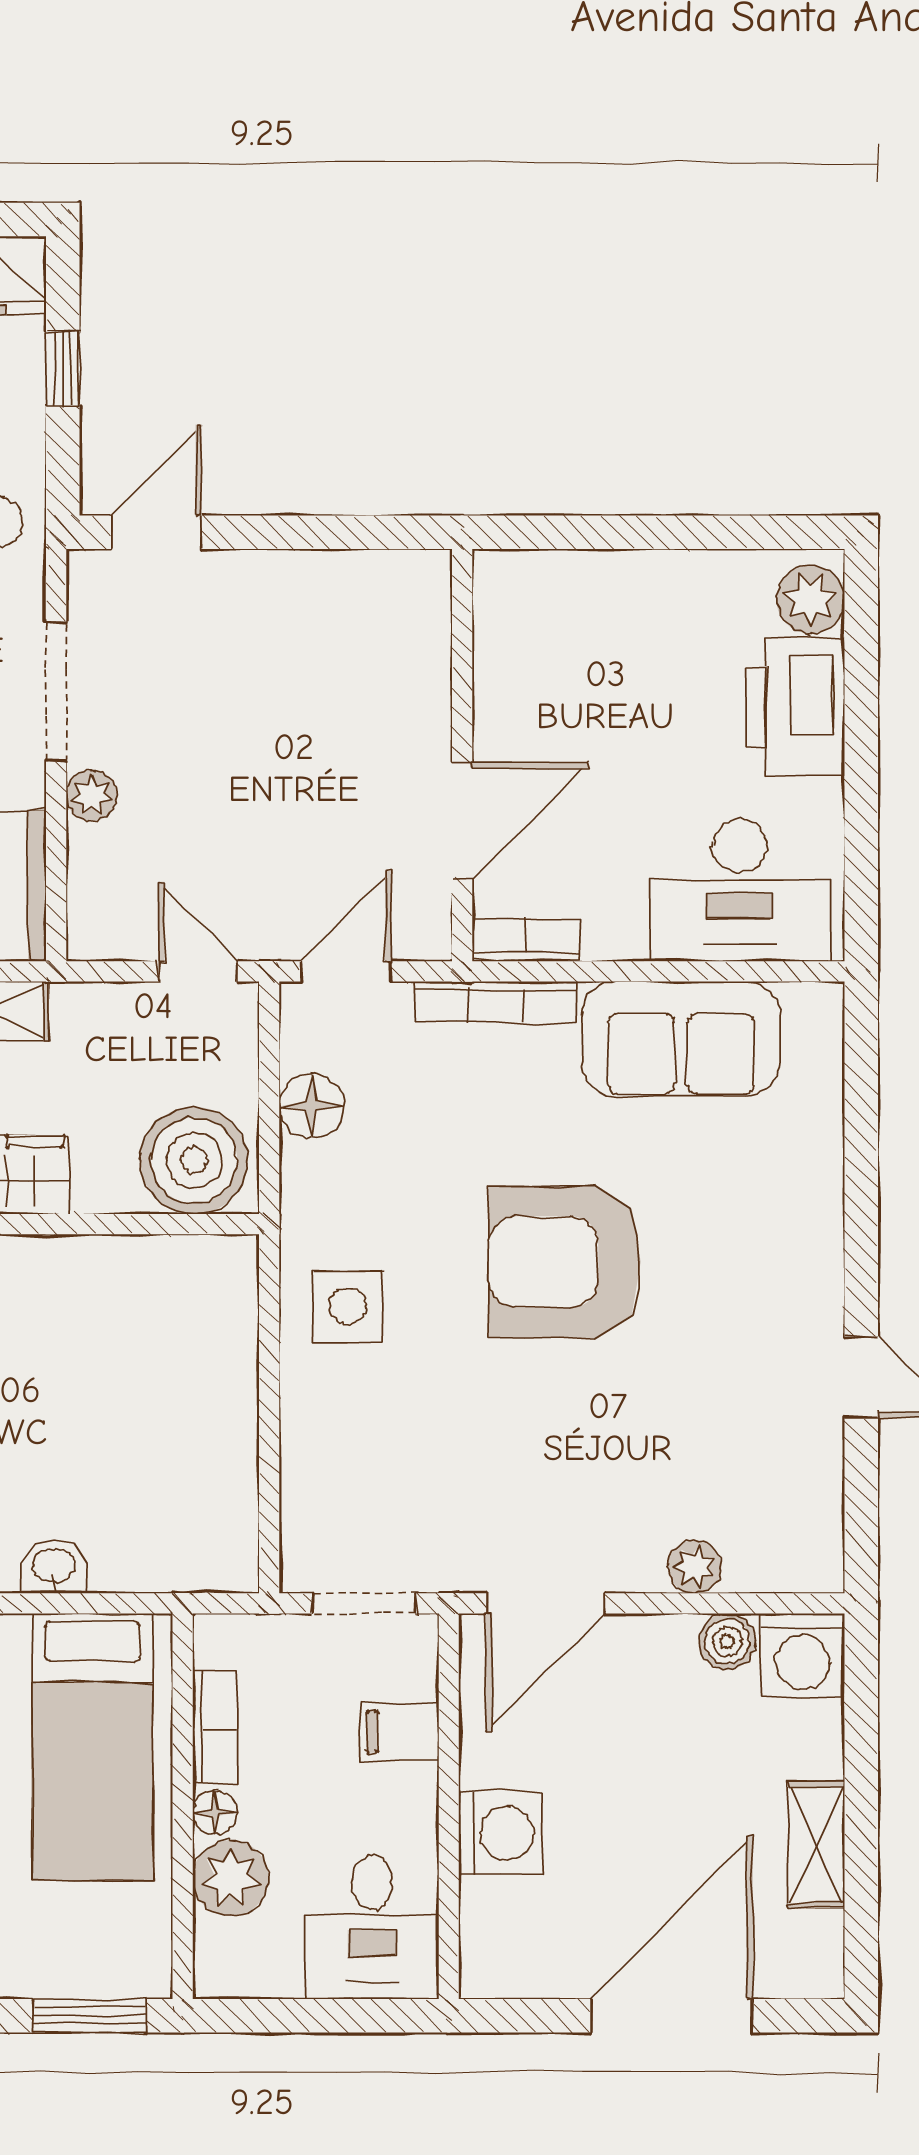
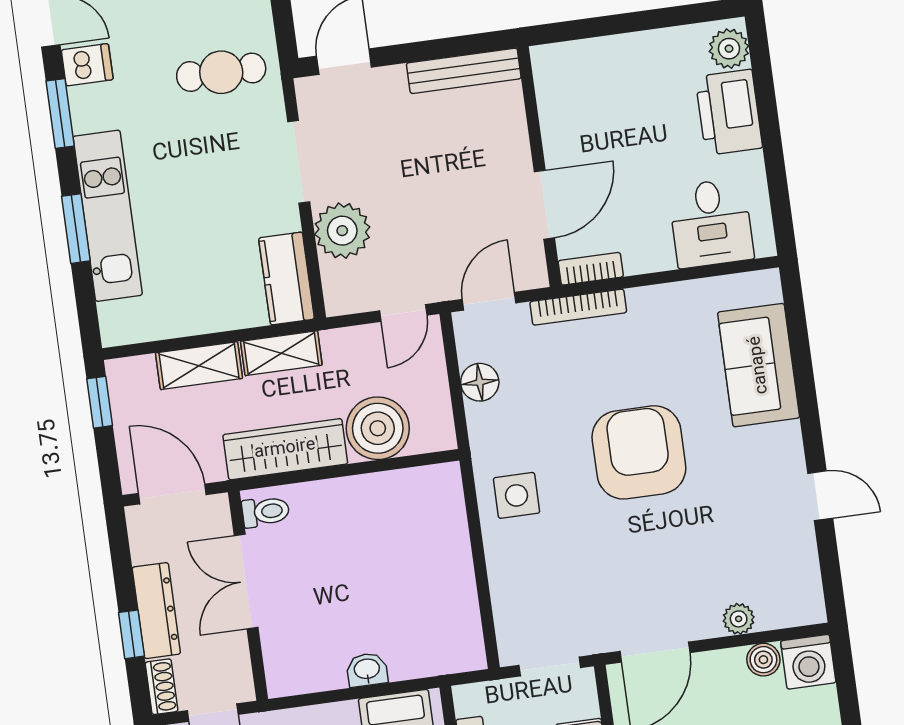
bench: (357, 576) -> (464, 71), added
plant: (92, 796) -> (342, 231), width x1.87, depth x1.87
desk: (740, 890) -> (711, 223), width x0.73
door: (198, 971) -> (403, 313), swing flipped
sofa: (681, 1039) -> (759, 365), moved, turned 90
boiler: (194, 1160) -> (378, 428), moved
armchair: (565, 1262) -> (639, 452), turned 90

